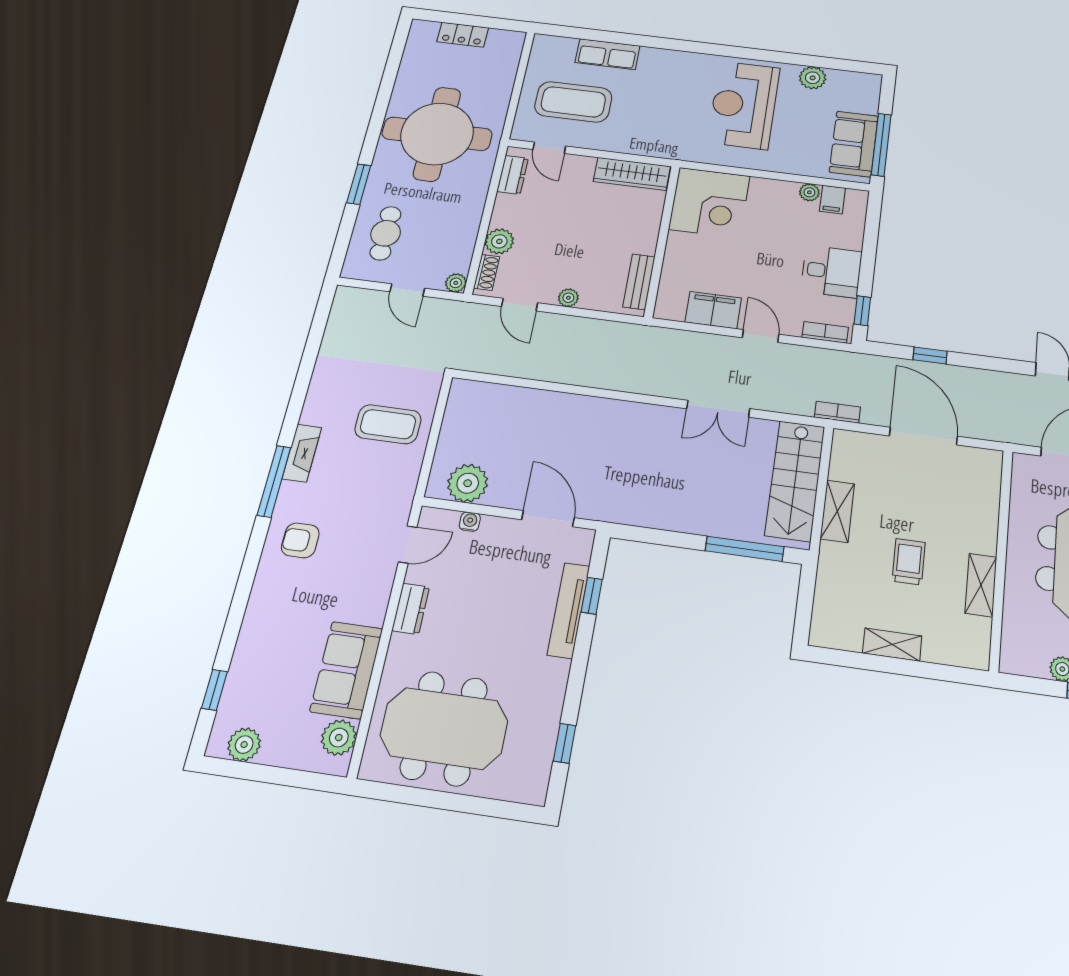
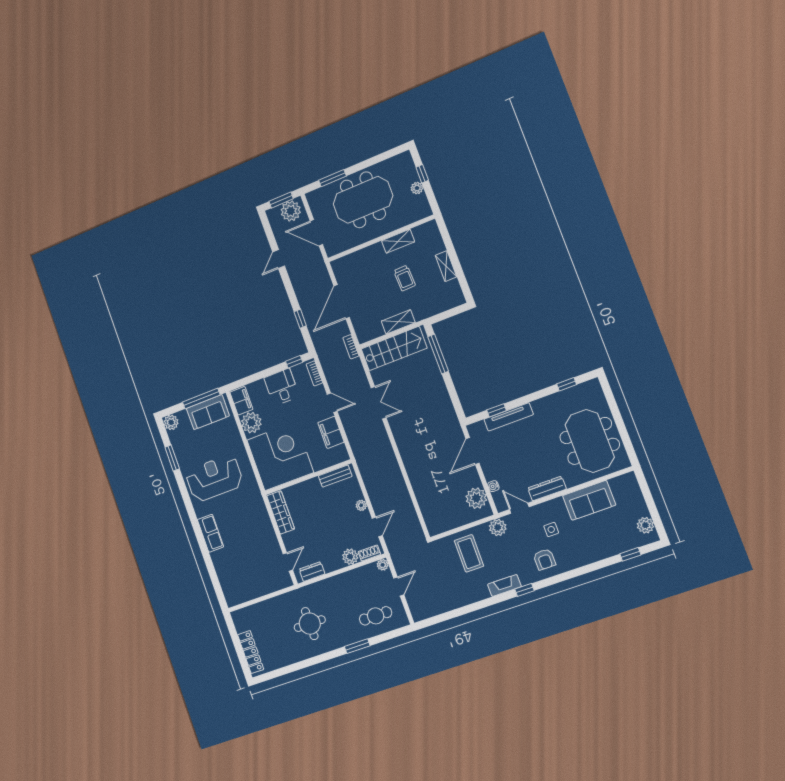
locker: (463, 35) -> (251, 652), width x1.53
row of seats: (607, 54) -> (210, 533), moved
window: (811, 61) -> (172, 458), added
plant: (813, 78) -> (171, 422), moved
coffee table: (573, 102) -> (257, 565), removed
reception desk: (744, 105) -> (214, 478), turned 180
round table: (437, 134) -> (310, 624), width x0.54, depth x0.54
plant: (809, 192) -> (251, 423), width x1.88, depth x1.88
filing cabinet: (832, 200) -> (241, 401), width x2.00
corner desk: (709, 203) -> (280, 456), width x1.36, depth x1.36
door: (761, 336) -> (332, 403), swing flipped
window: (274, 481) -> (525, 590), width x0.46
trolley: (909, 562) -> (405, 278), turned -92
side table: (340, 578) -> (551, 529), added
dresser: (411, 609) -> (547, 489), width x1.44
plant: (339, 738) -> (498, 527), moved

